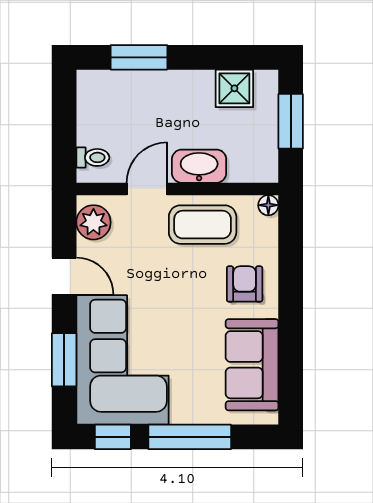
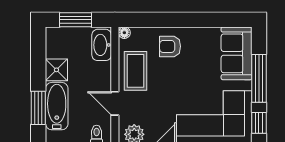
shower: (234, 88) -> (56, 70), moved
bathtub: (142, 89) -> (57, 106), added
washbasin: (199, 166) -> (102, 45), moved
sofa: (252, 365) -> (237, 53), moved, turned 90

